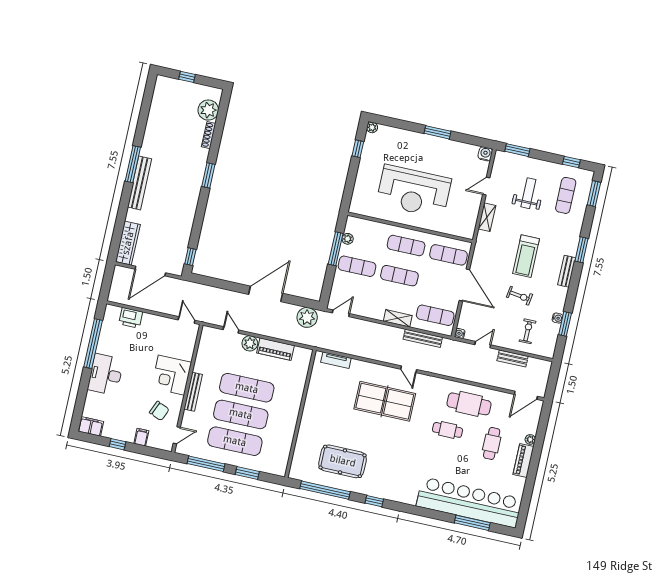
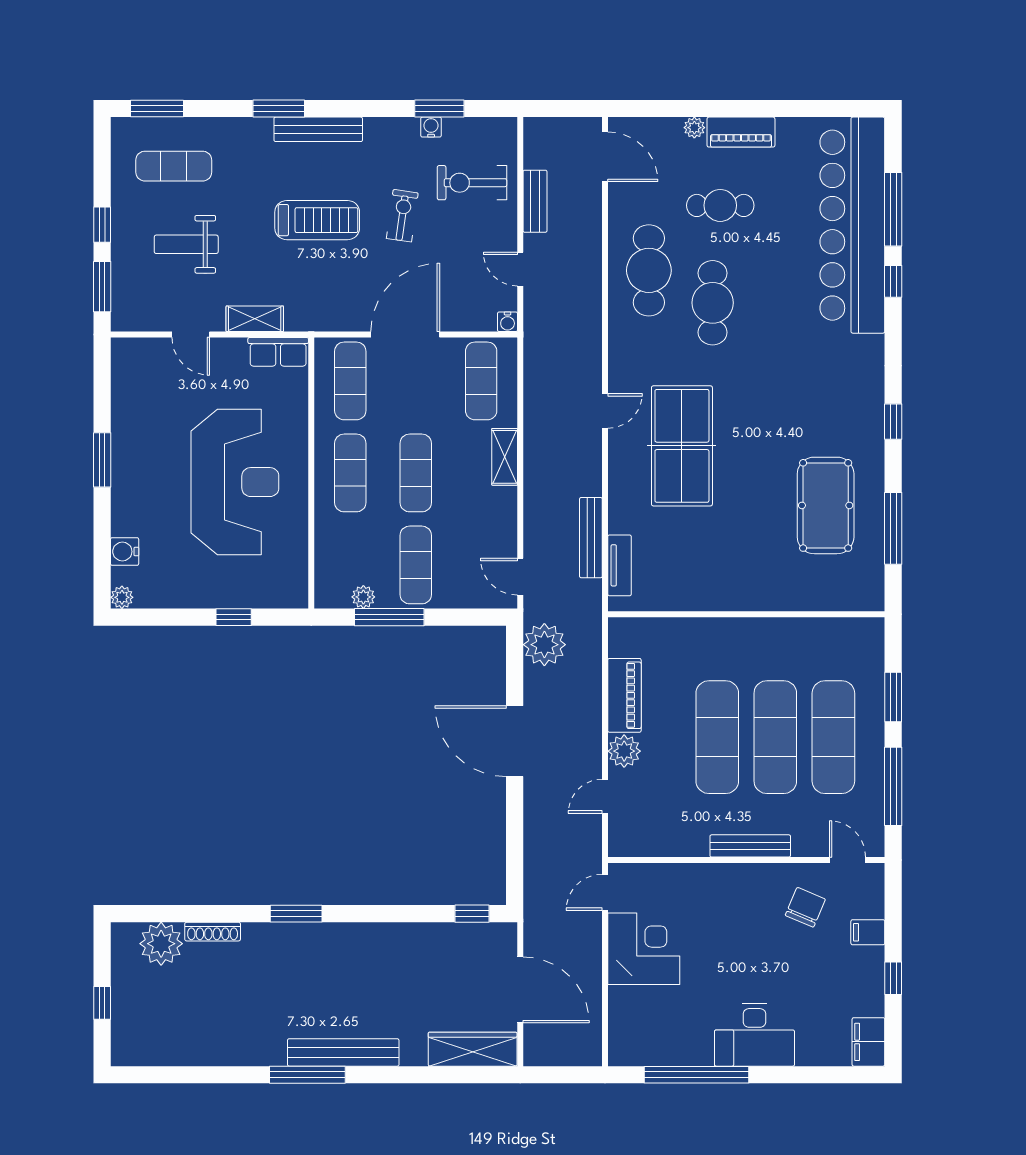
window: (358, 149) -> (234, 617), moved
water cooler: (485, 154) -> (125, 552), moved
window: (571, 162) -> (102, 225), moved
row of seats: (469, 225) -> (278, 352), added
bench: (567, 271) -> (318, 129), width x1.36
printer: (131, 318) -> (626, 1009), removed
exercise bike: (528, 331) -> (472, 183), width x1.38, depth x1.39
bench: (423, 338) -> (591, 538), moved
corner desk: (171, 375) -> (644, 949), moved, turned -90
cafe table: (448, 430) -> (713, 303), width x1.37, depth x1.35
window: (325, 490) -> (893, 528), width x0.68
window: (439, 515) -> (893, 281), added

